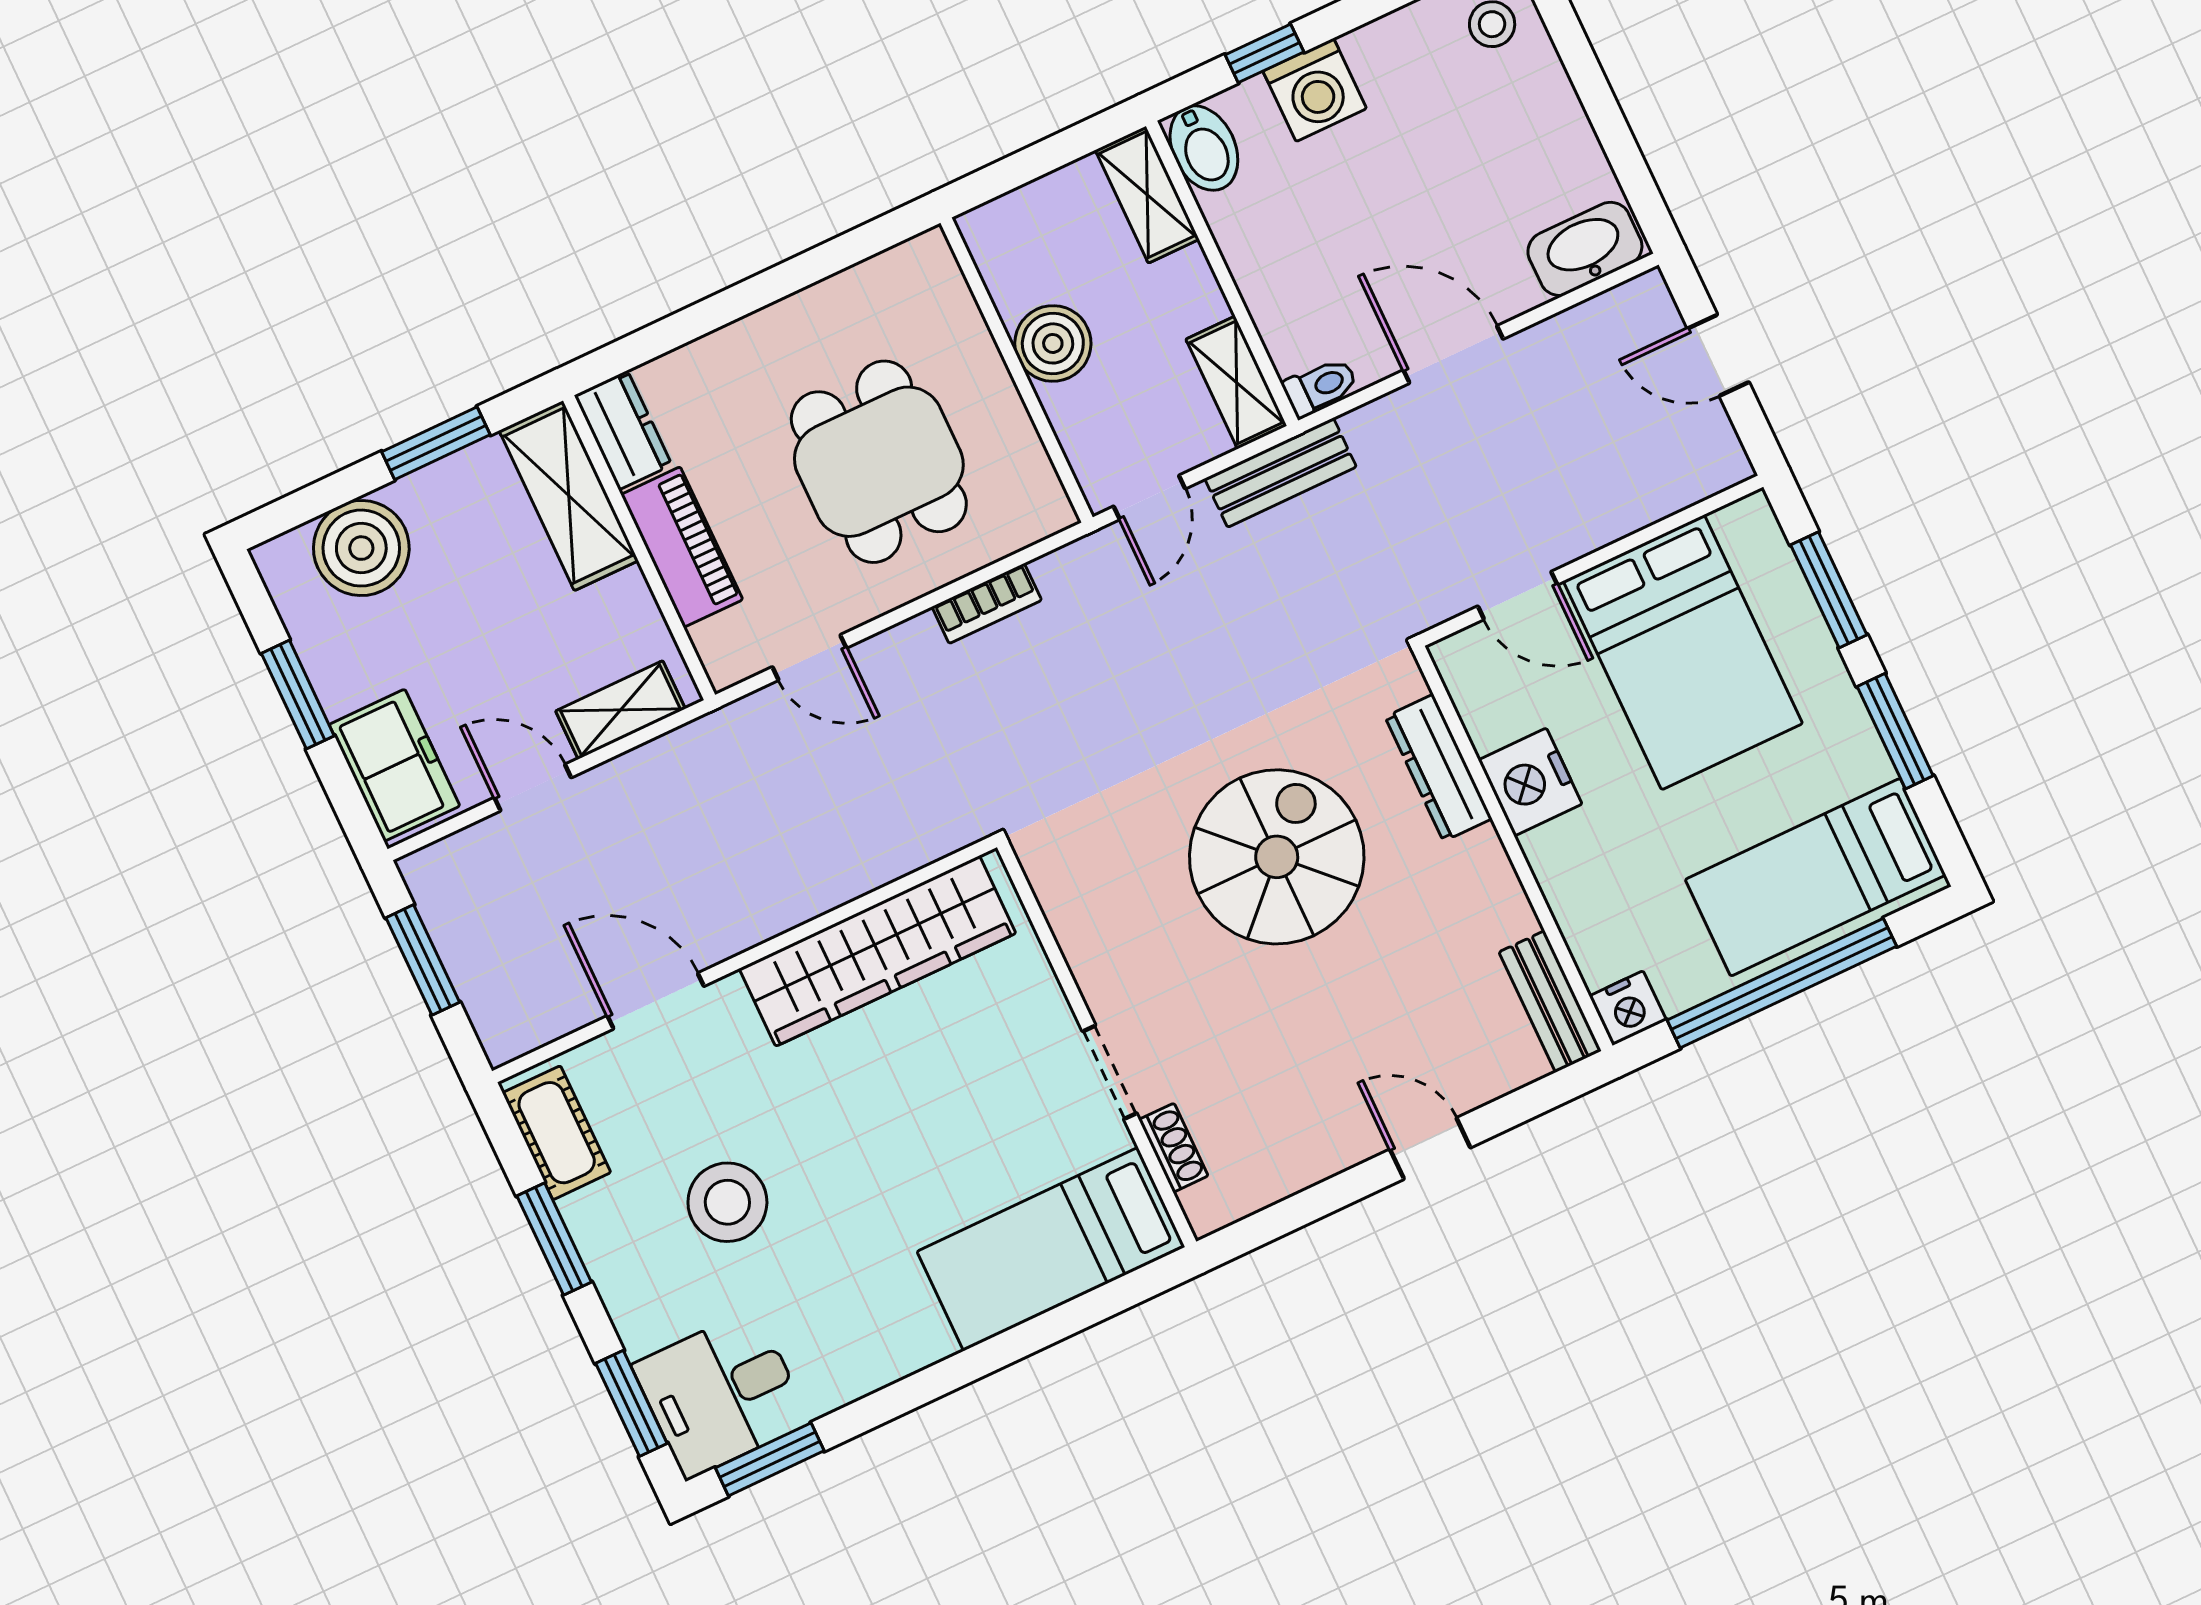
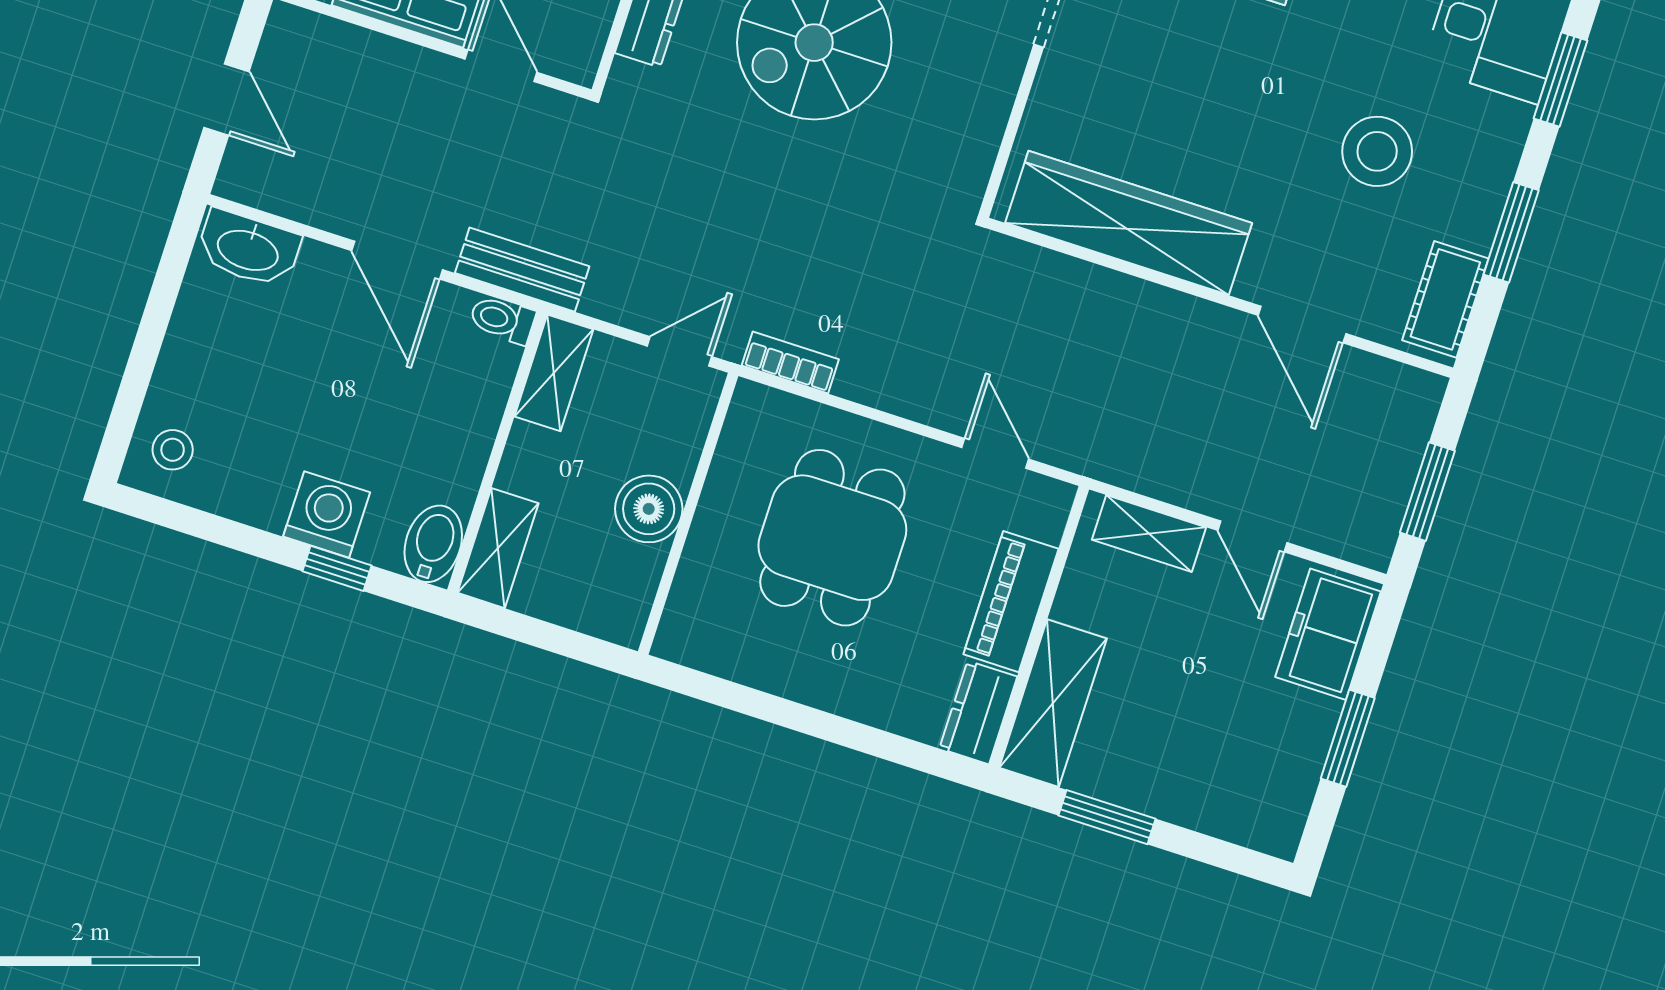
bench: (1280, 473) -> (522, 270), moved
boiler: (361, 548) -> (1218, 794), removed
bookcase: (987, 603) -> (790, 362), moved

